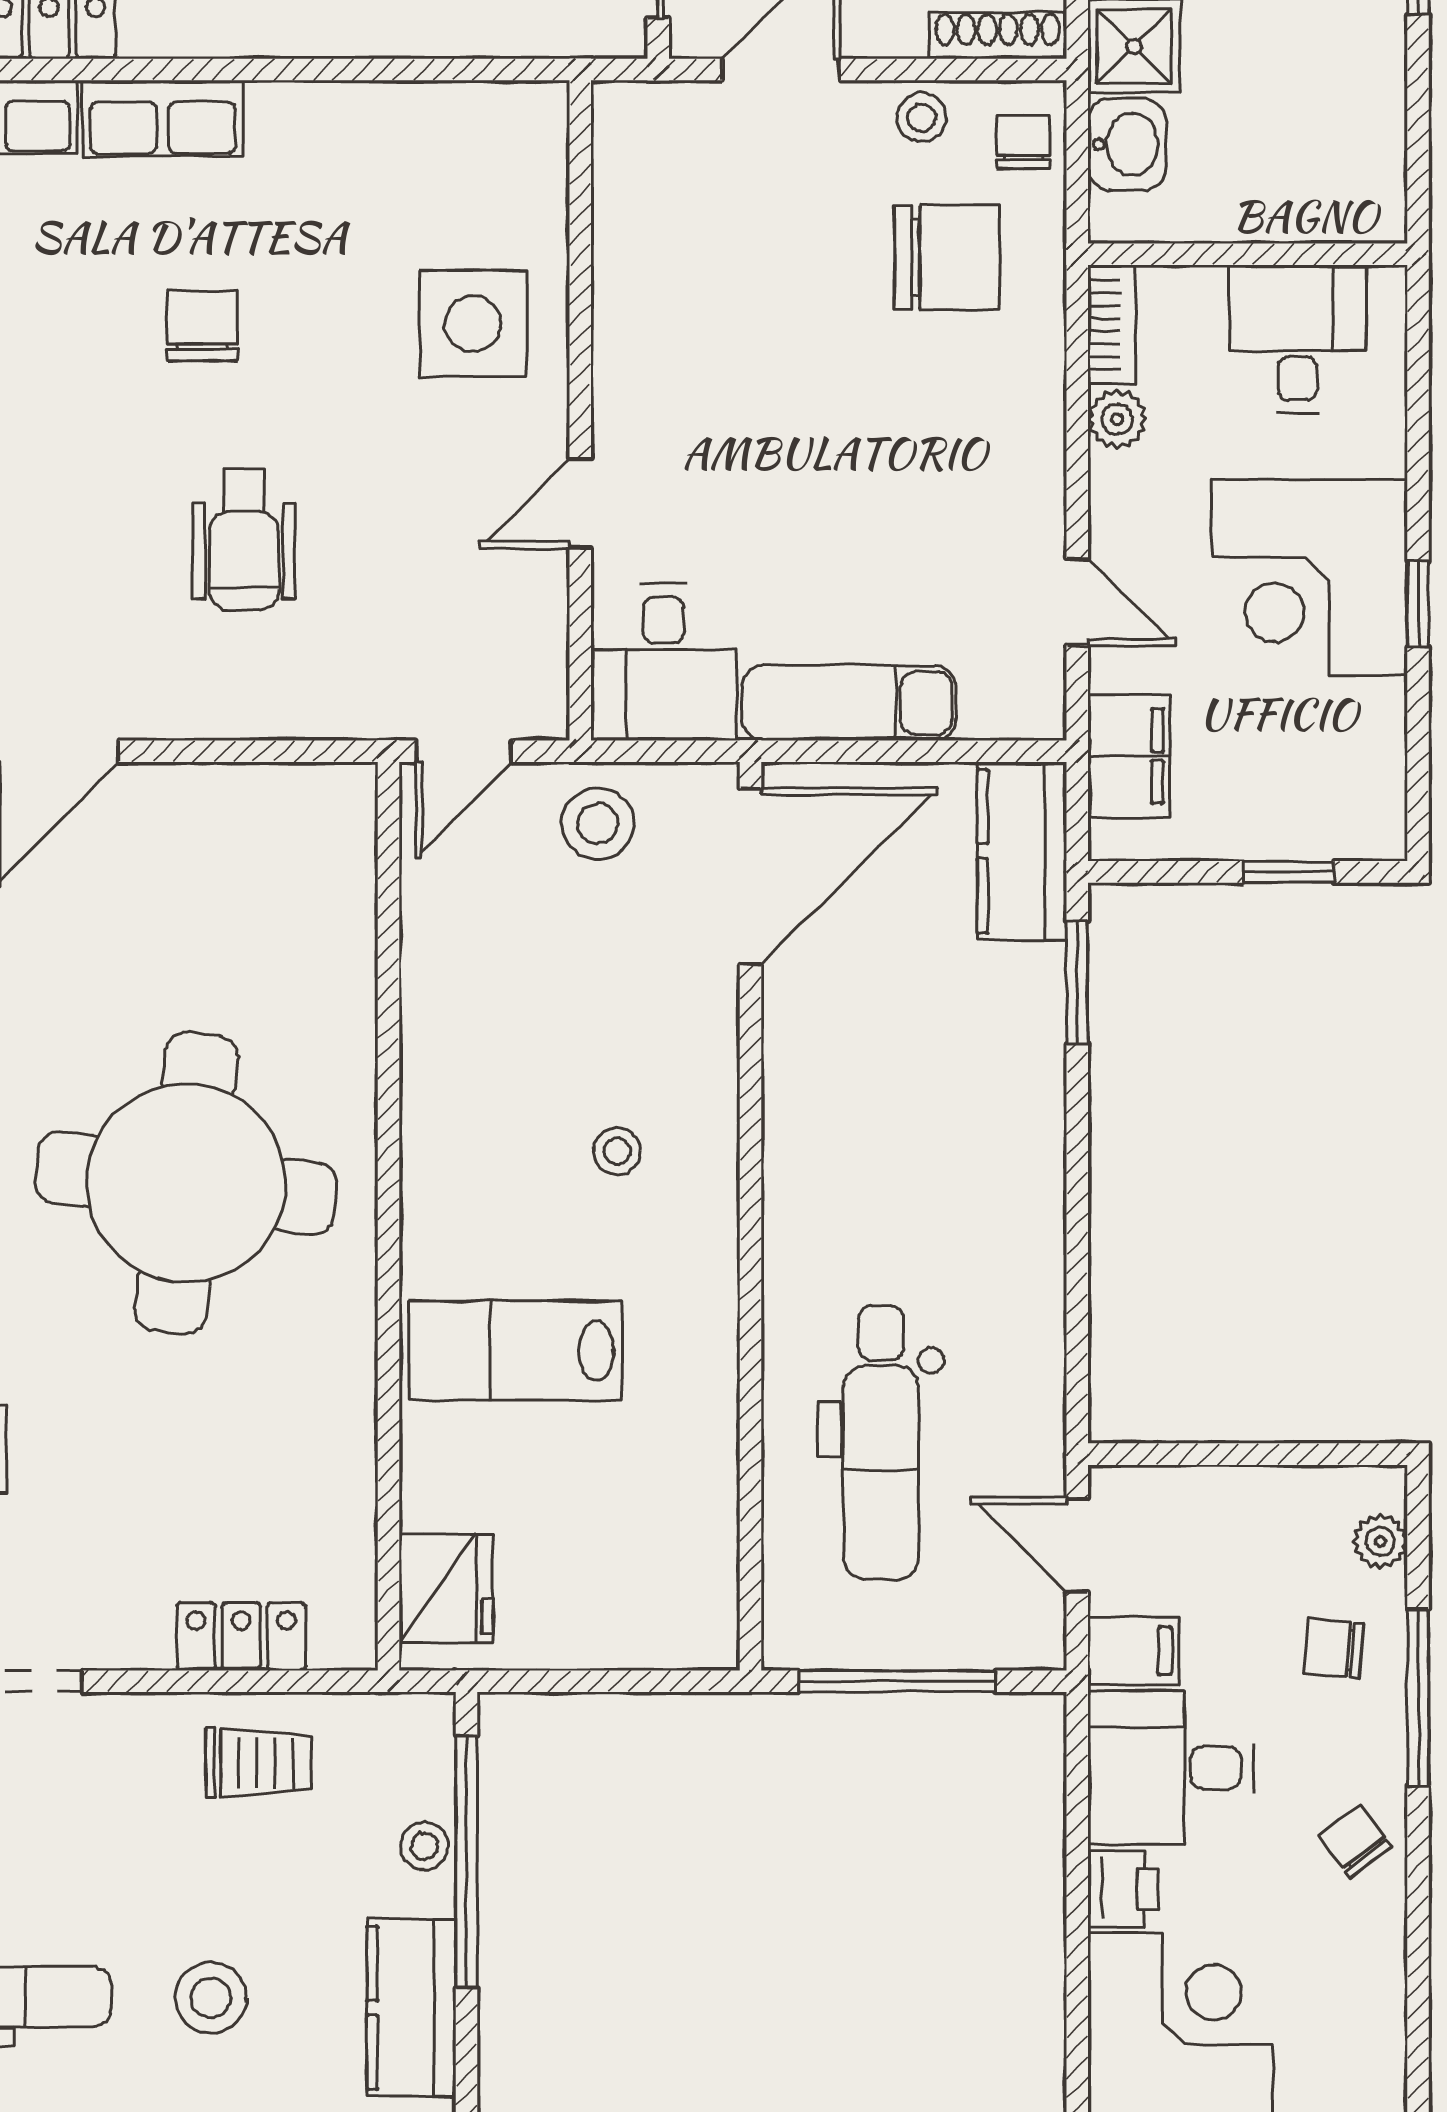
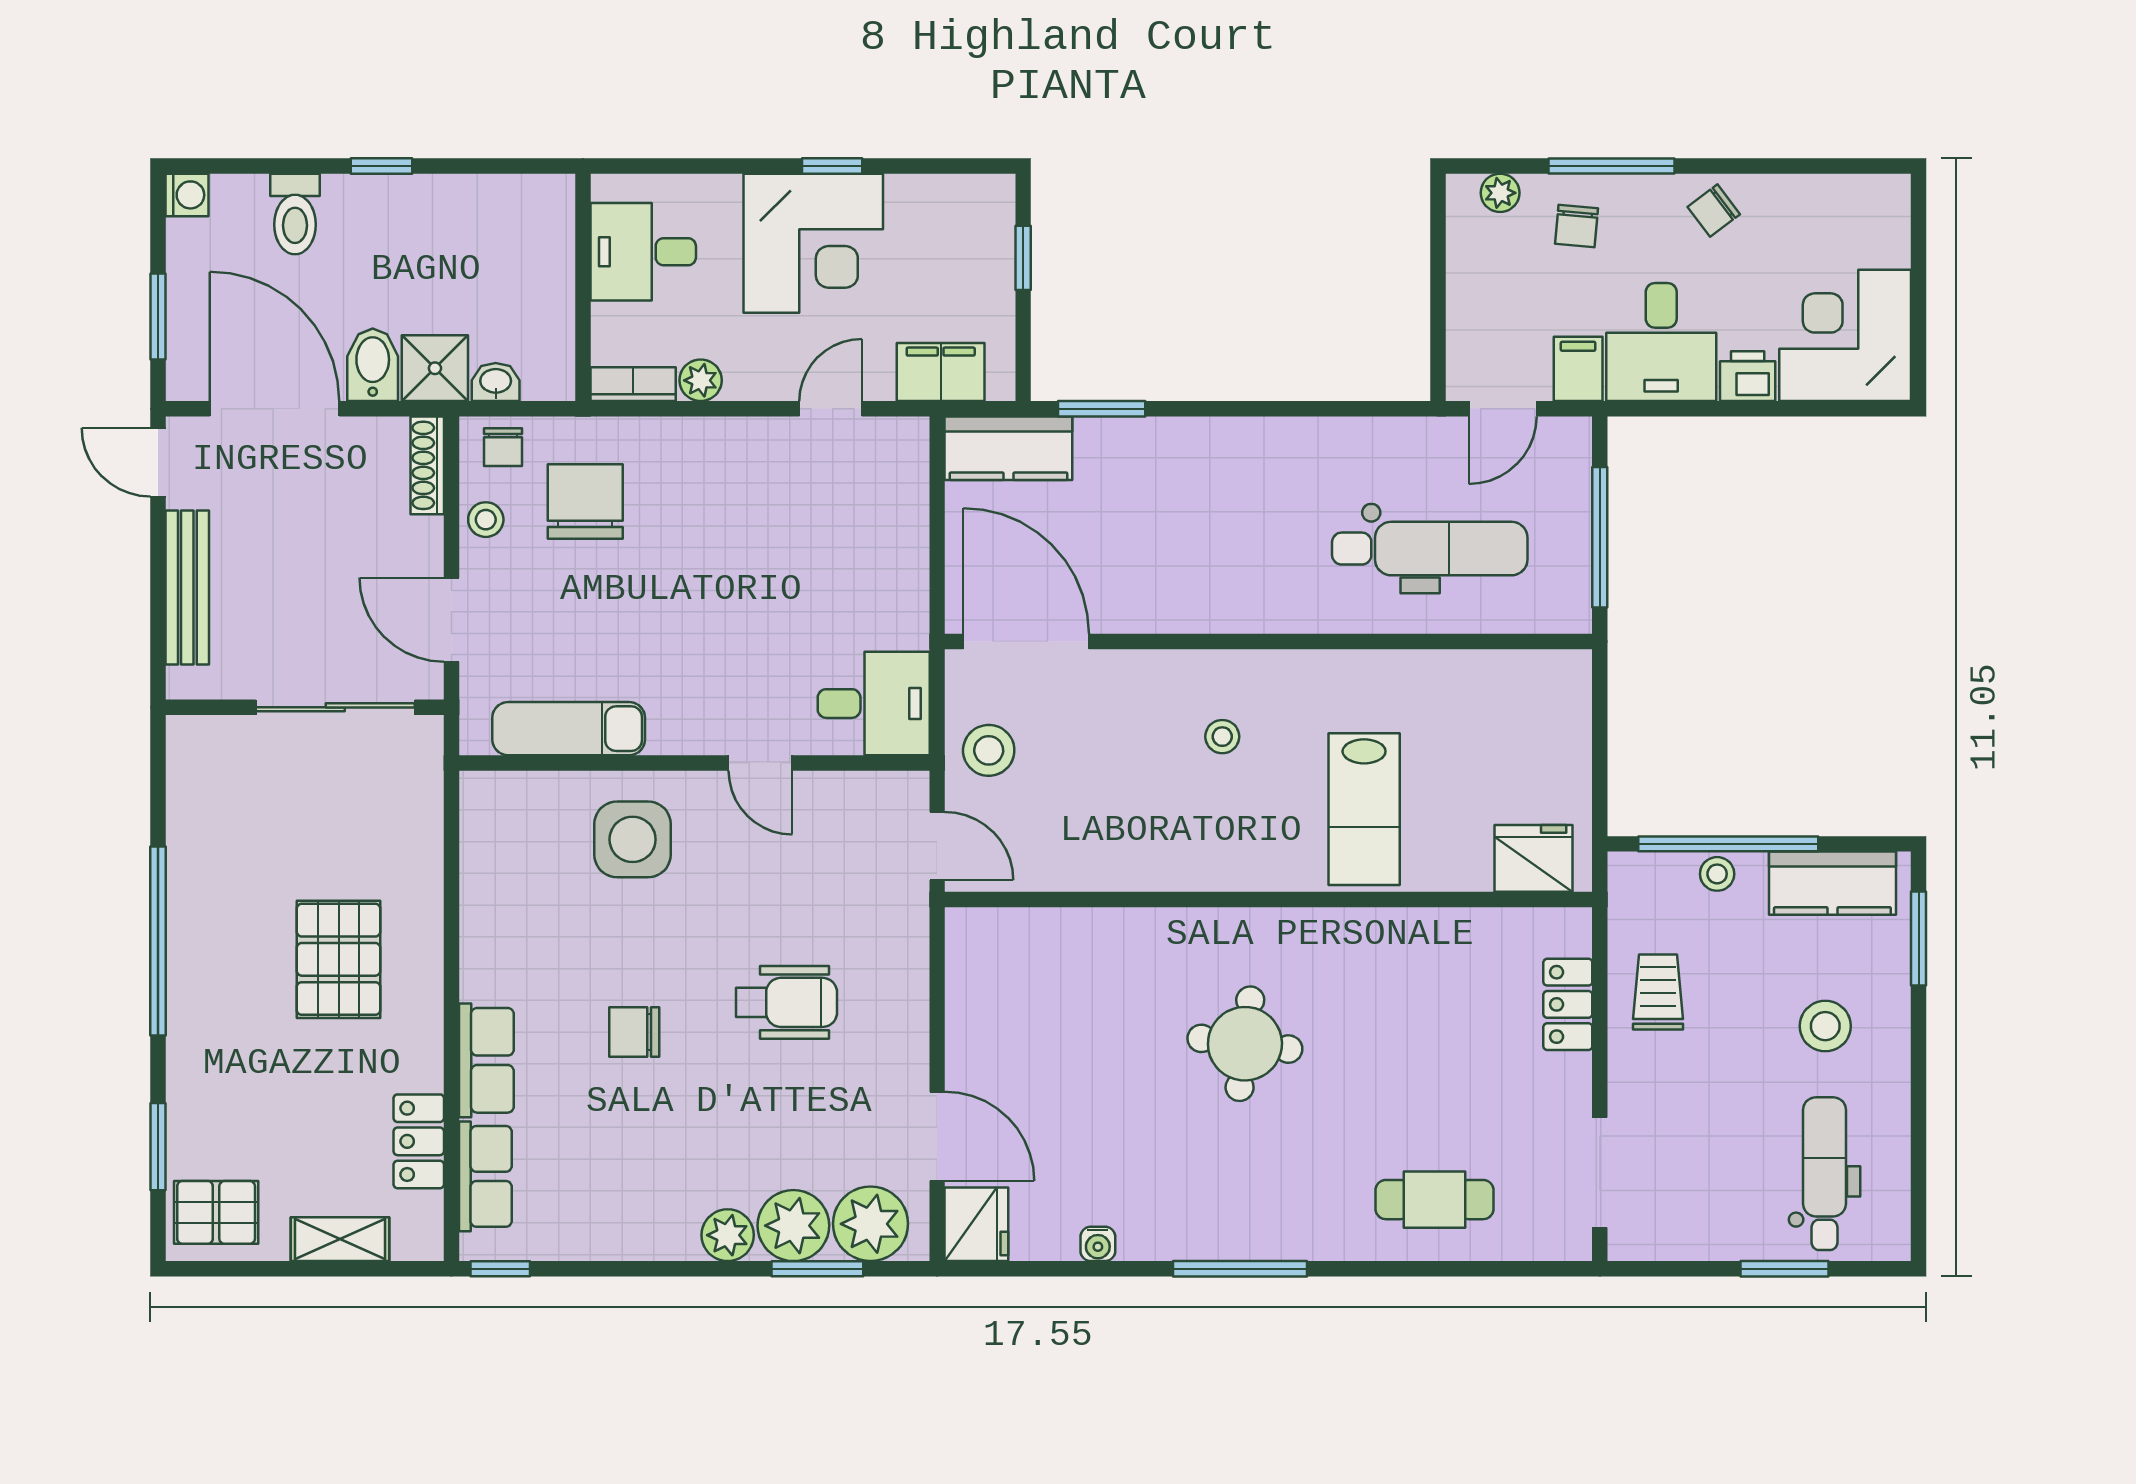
chair: (1023, 142) -> (503, 447), turned -90
washbasin: (1127, 144) -> (496, 382), width x0.72, depth x0.69
exam couch: (849, 703) -> (569, 729), moved, turned 90
round table: (186, 1183) -> (1245, 1044), width x0.54, depth x0.54

